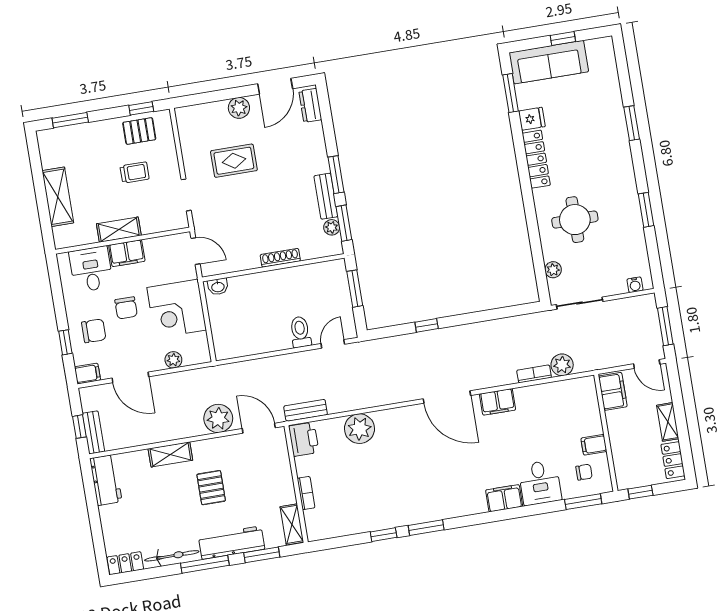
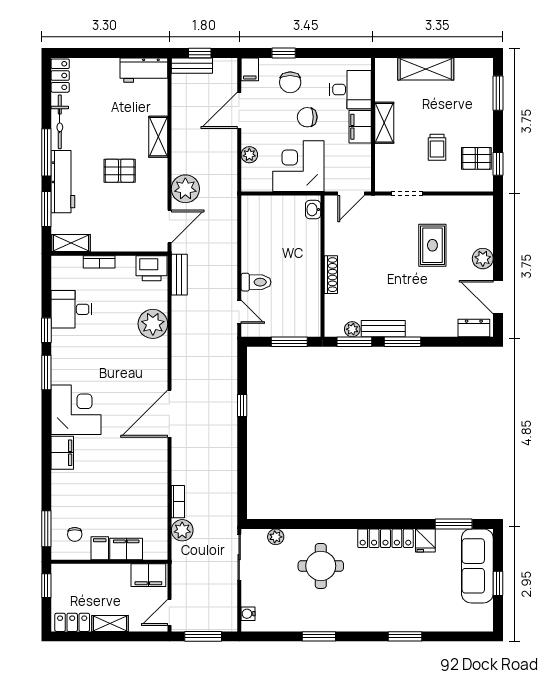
pallet: (139, 131) -> (476, 158), turned 90
filing cabinet: (498, 402) -> (126, 549), moved, turned 90
desk: (540, 483) -> (72, 309), moved
corner desk: (459, 492) -> (76, 410), added

